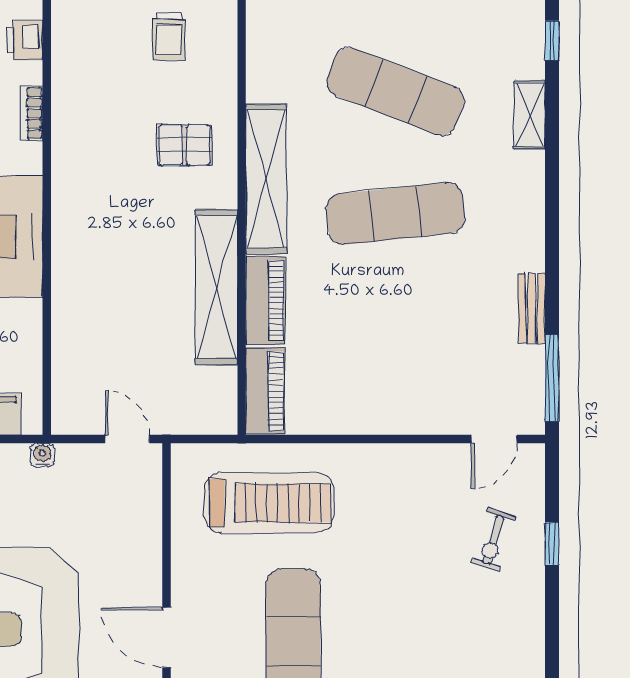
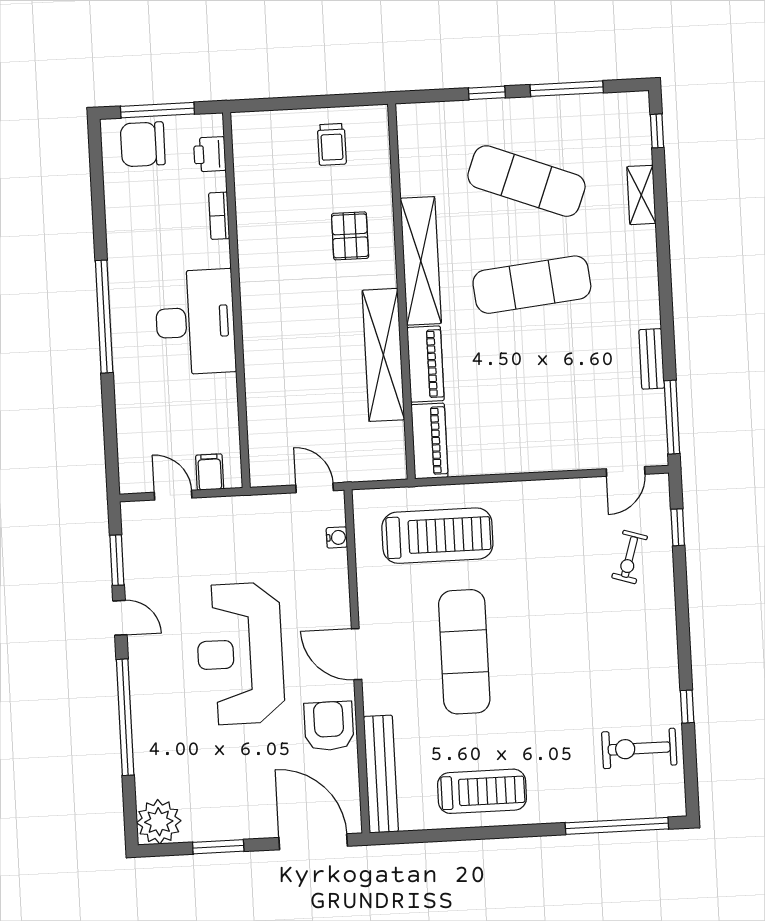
pallet: (185, 145) -> (350, 236), turned 90
water cooler: (42, 455) -> (337, 537), moved, turned 90
window: (552, 544) -> (678, 527), moved

